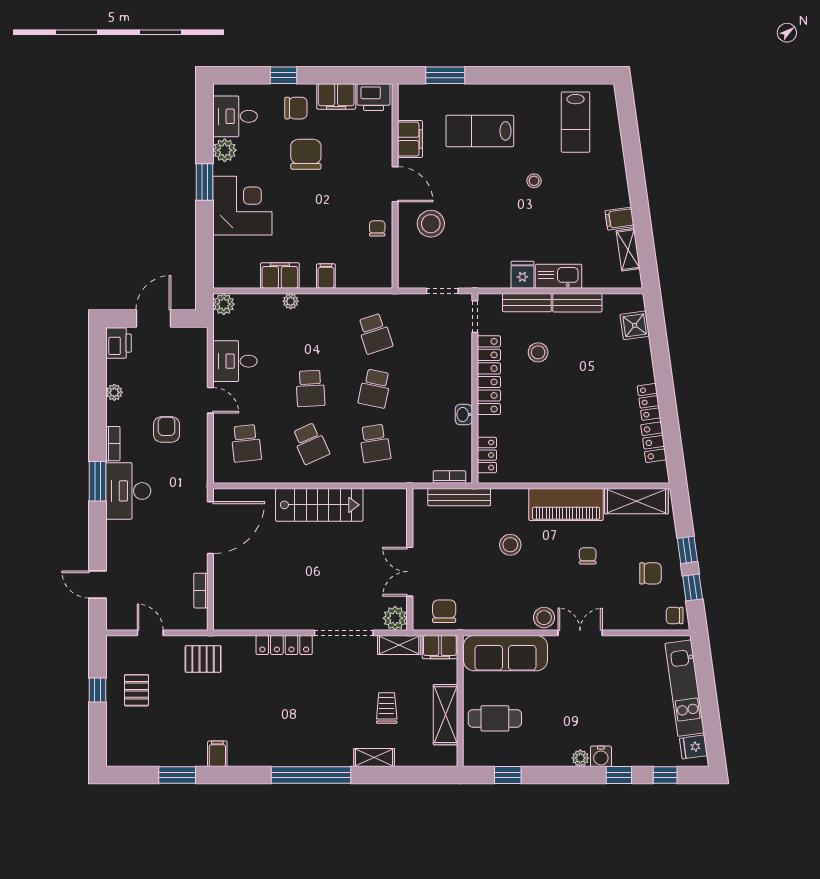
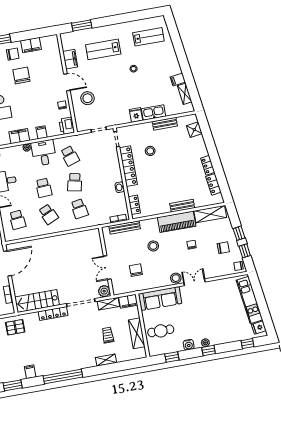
printer: (374, 97) -> (67, 126), moved, turned 90
lab bench: (576, 122) -> (148, 37), turned -90
bench: (527, 303) -> (182, 206), moved
desk: (323, 318) -> (44, 153), added
stairs: (319, 505) -> (37, 301), moved, turned 180
chair: (444, 611) -> (136, 270), moved
water cooler: (601, 756) -> (189, 345), moved
window: (311, 775) -> (63, 376), moved
window: (619, 775) -> (209, 350), moved

